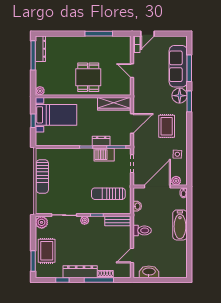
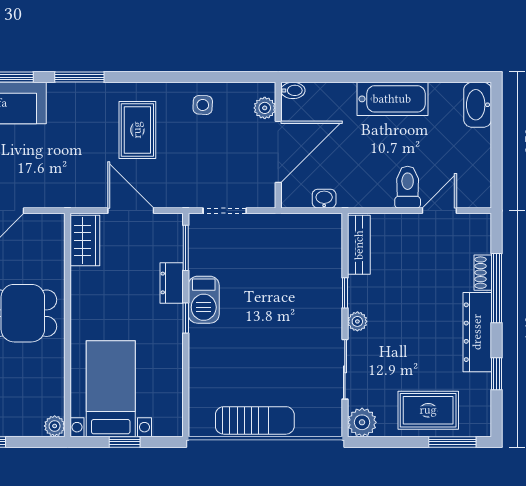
floor lamp: (180, 96) -> (66, 100), removed
wardrobe: (114, 104) -> (85, 240), width x0.67
rug: (167, 126) -> (137, 130), turned 90
barbecue: (104, 155) -> (204, 300), moved
door: (157, 187) -> (278, 152), swing flipped
sun lounger: (108, 194) -> (295, 266), removed
bathtub: (180, 225) -> (392, 99), moved
toilet: (142, 230) -> (408, 187), moved
door: (132, 255) -> (439, 211), swing flipped
washbasin: (149, 272) -> (478, 105), moved

